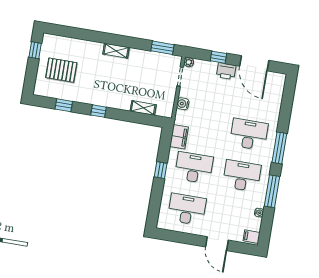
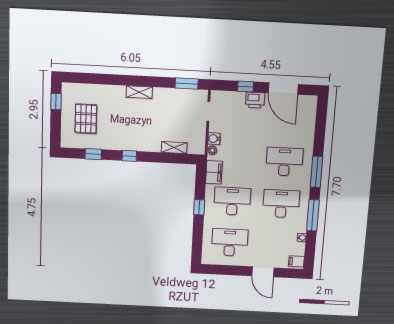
plant: (189, 62) -> (212, 150), moved
pallet: (61, 70) -> (86, 119), turned 90

